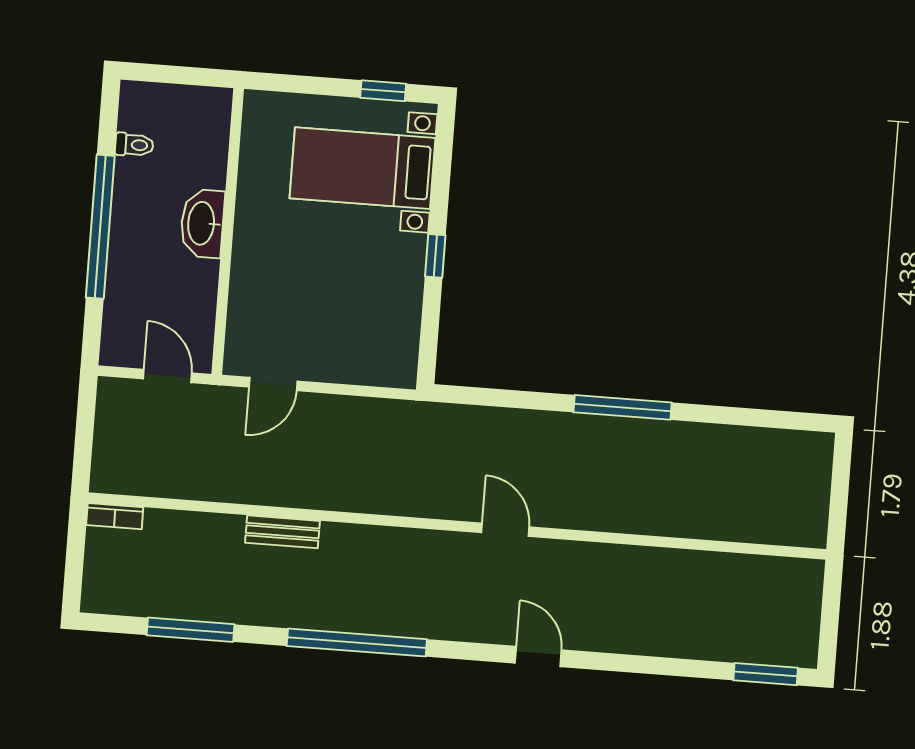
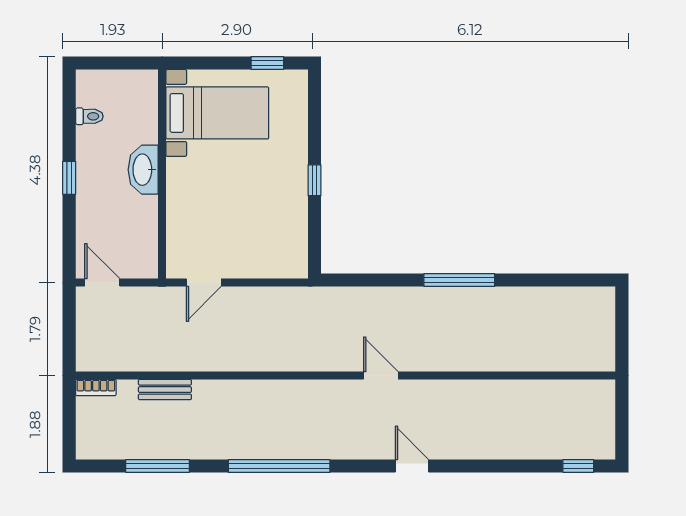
bed with nightstands: (362, 168) -> (217, 113), moved, turned 180
window: (100, 227) -> (69, 178), width x0.32
door: (168, 376) -> (102, 283), moved
bench: (282, 532) -> (165, 390), moved
window: (766, 674) -> (578, 466), width x0.67

